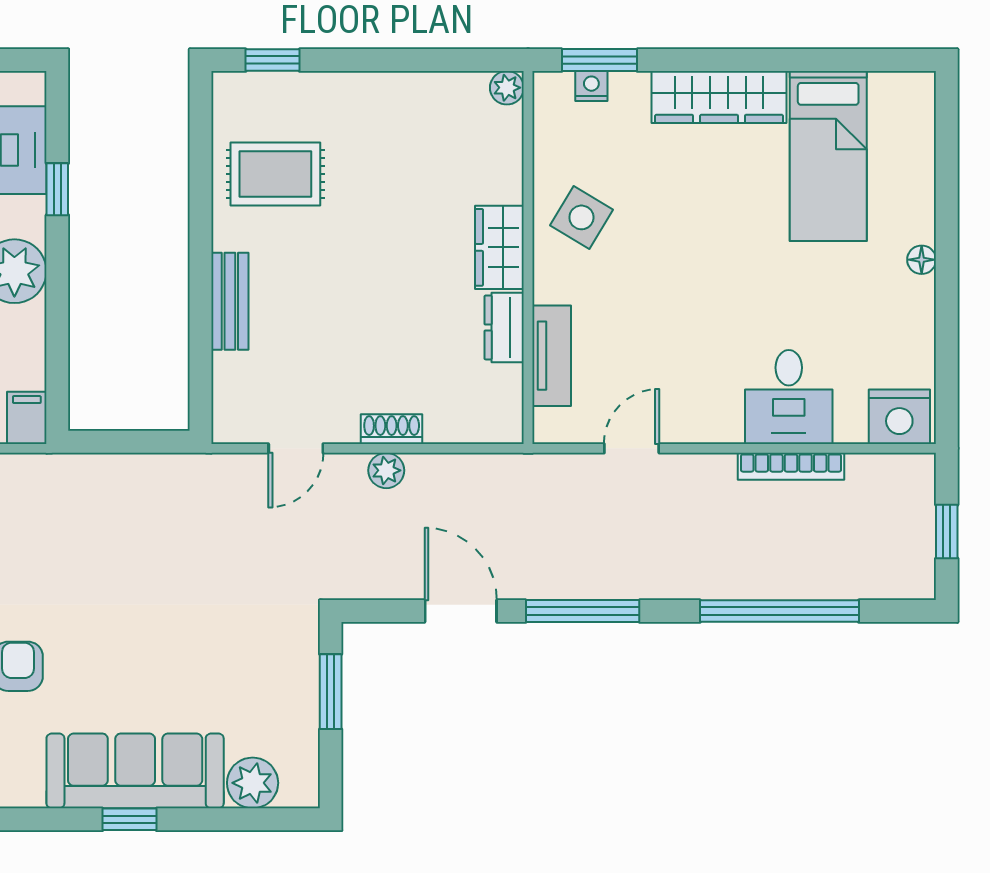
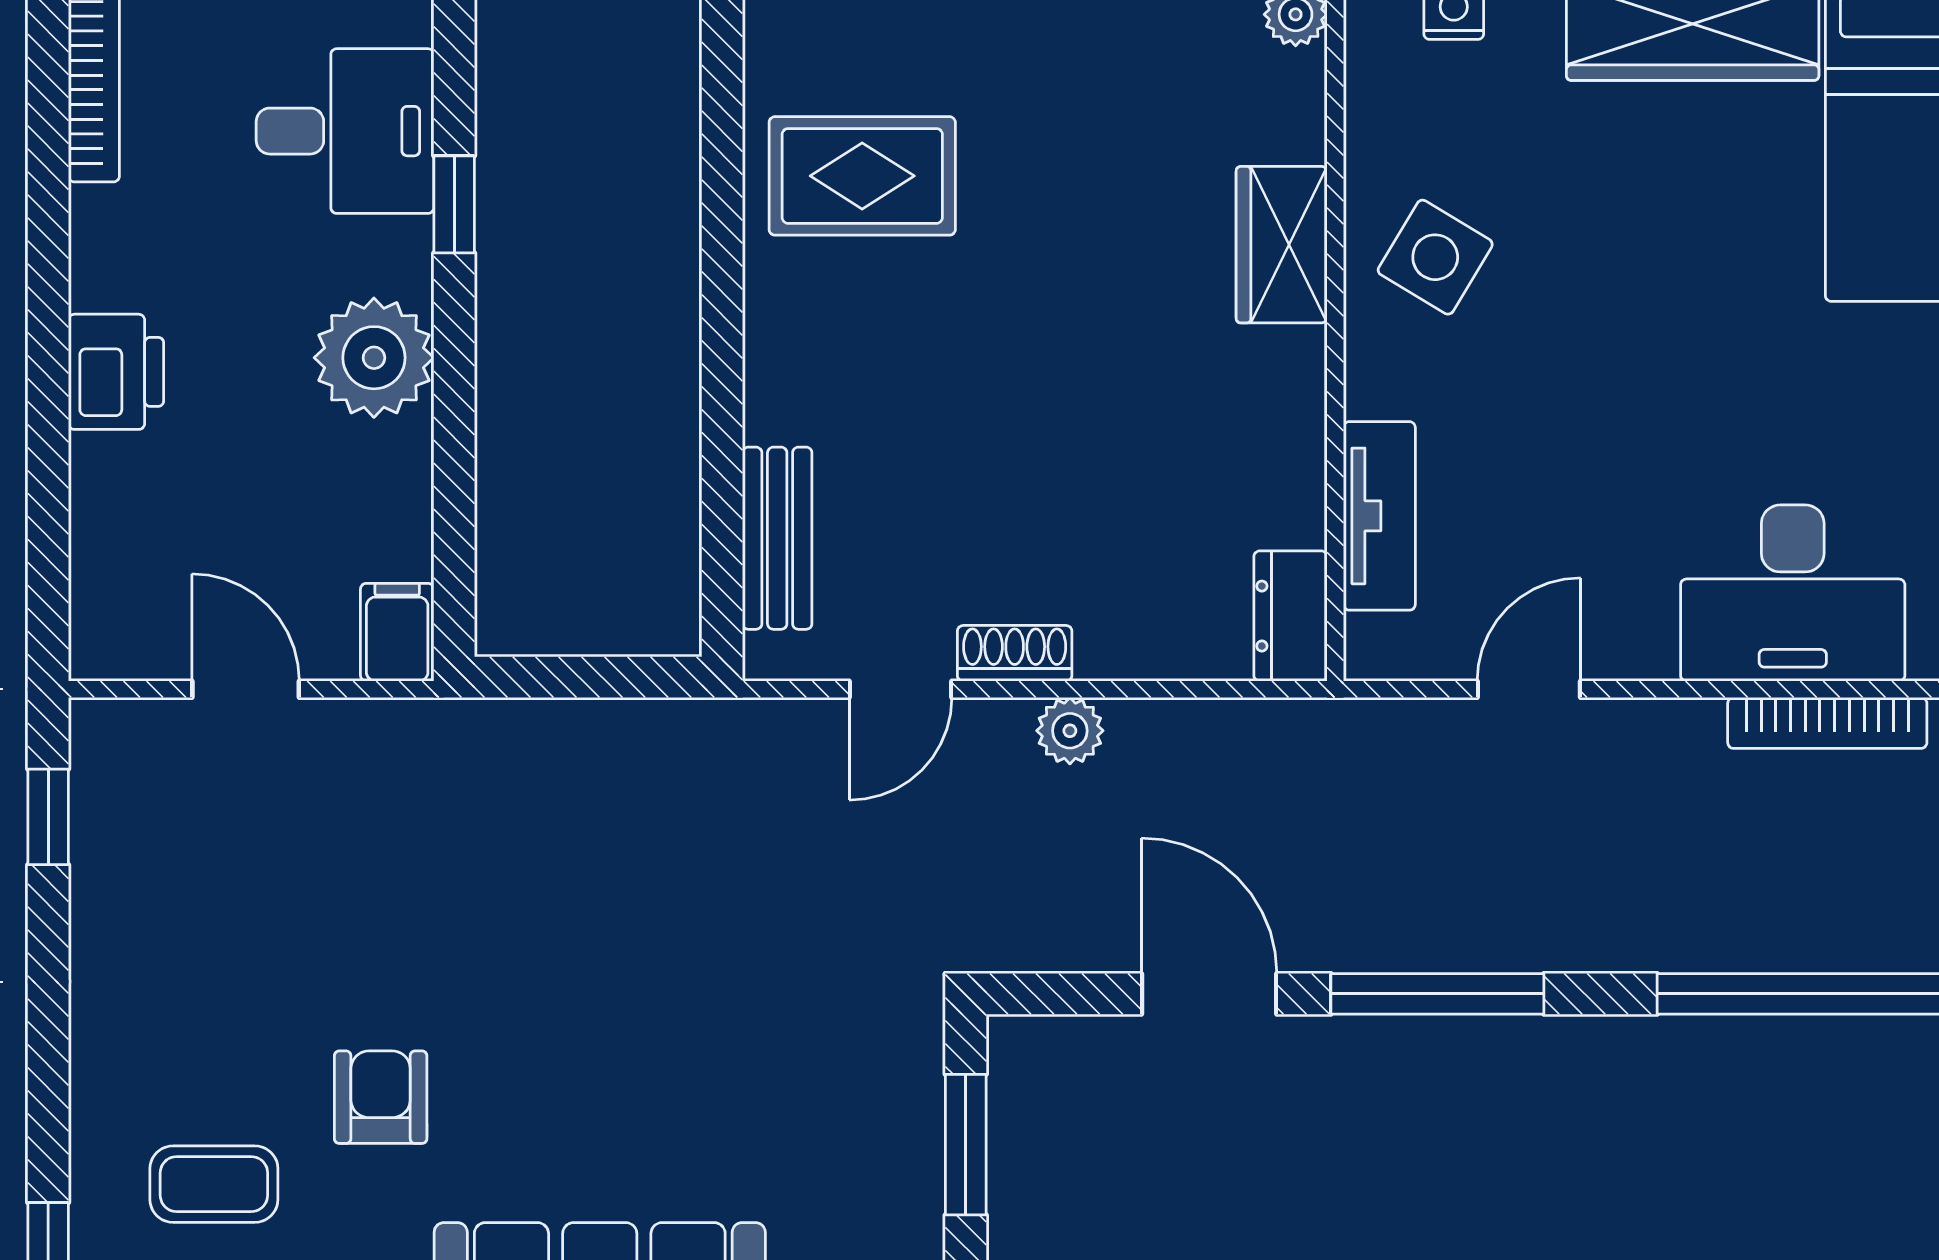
wardrobe: (499, 247) -> (1282, 245), moved
bench: (230, 301) -> (777, 538), moved
dresser: (504, 327) -> (1290, 616), moved
desk: (789, 397) -> (1793, 593), width x1.37
shoe rack: (392, 429) -> (1015, 653), moved

